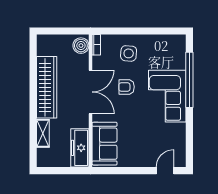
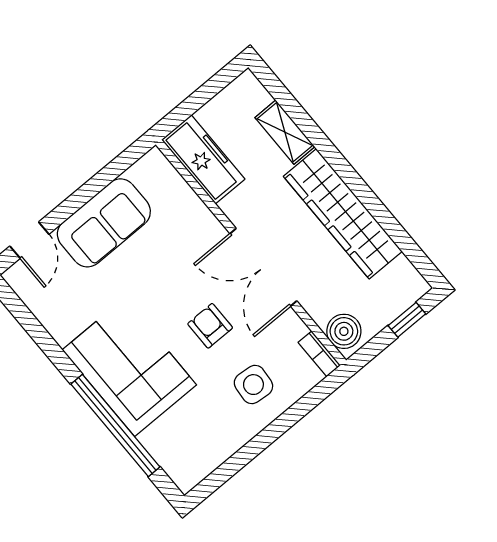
window: (55, 31) -> (407, 320), added
armchair: (127, 87) -> (210, 326), turned -90
sofa: (105, 144) -> (104, 223), moved, turned -90

